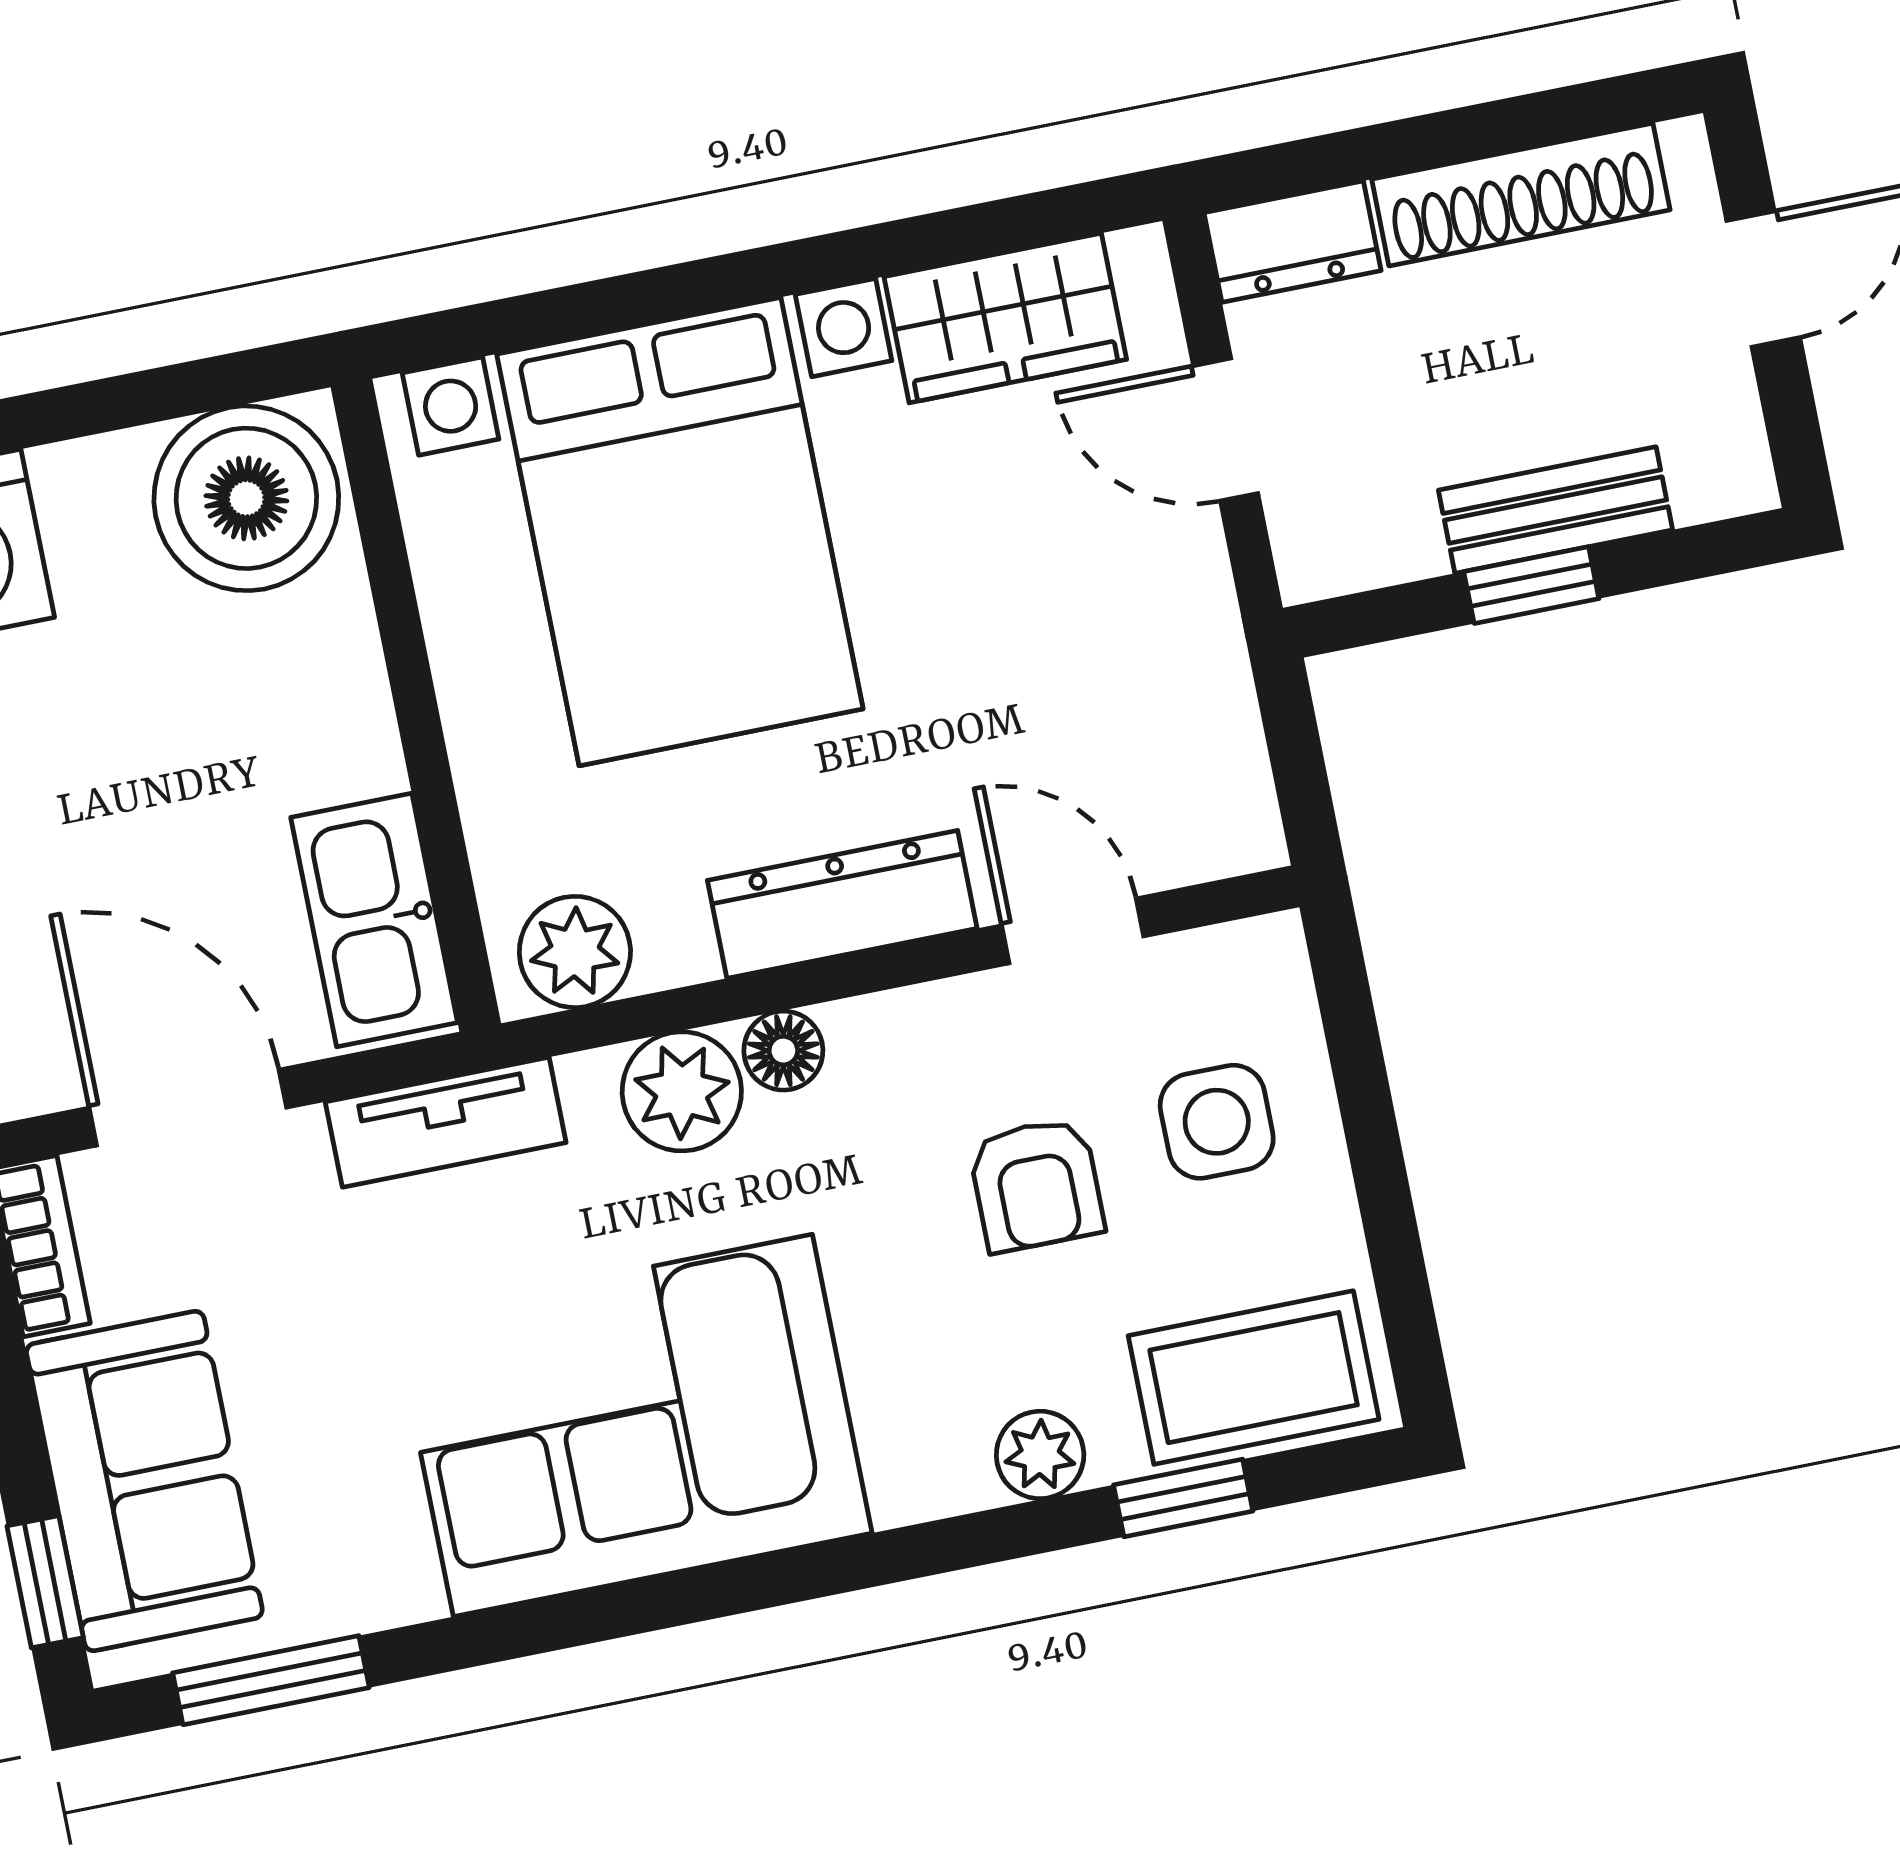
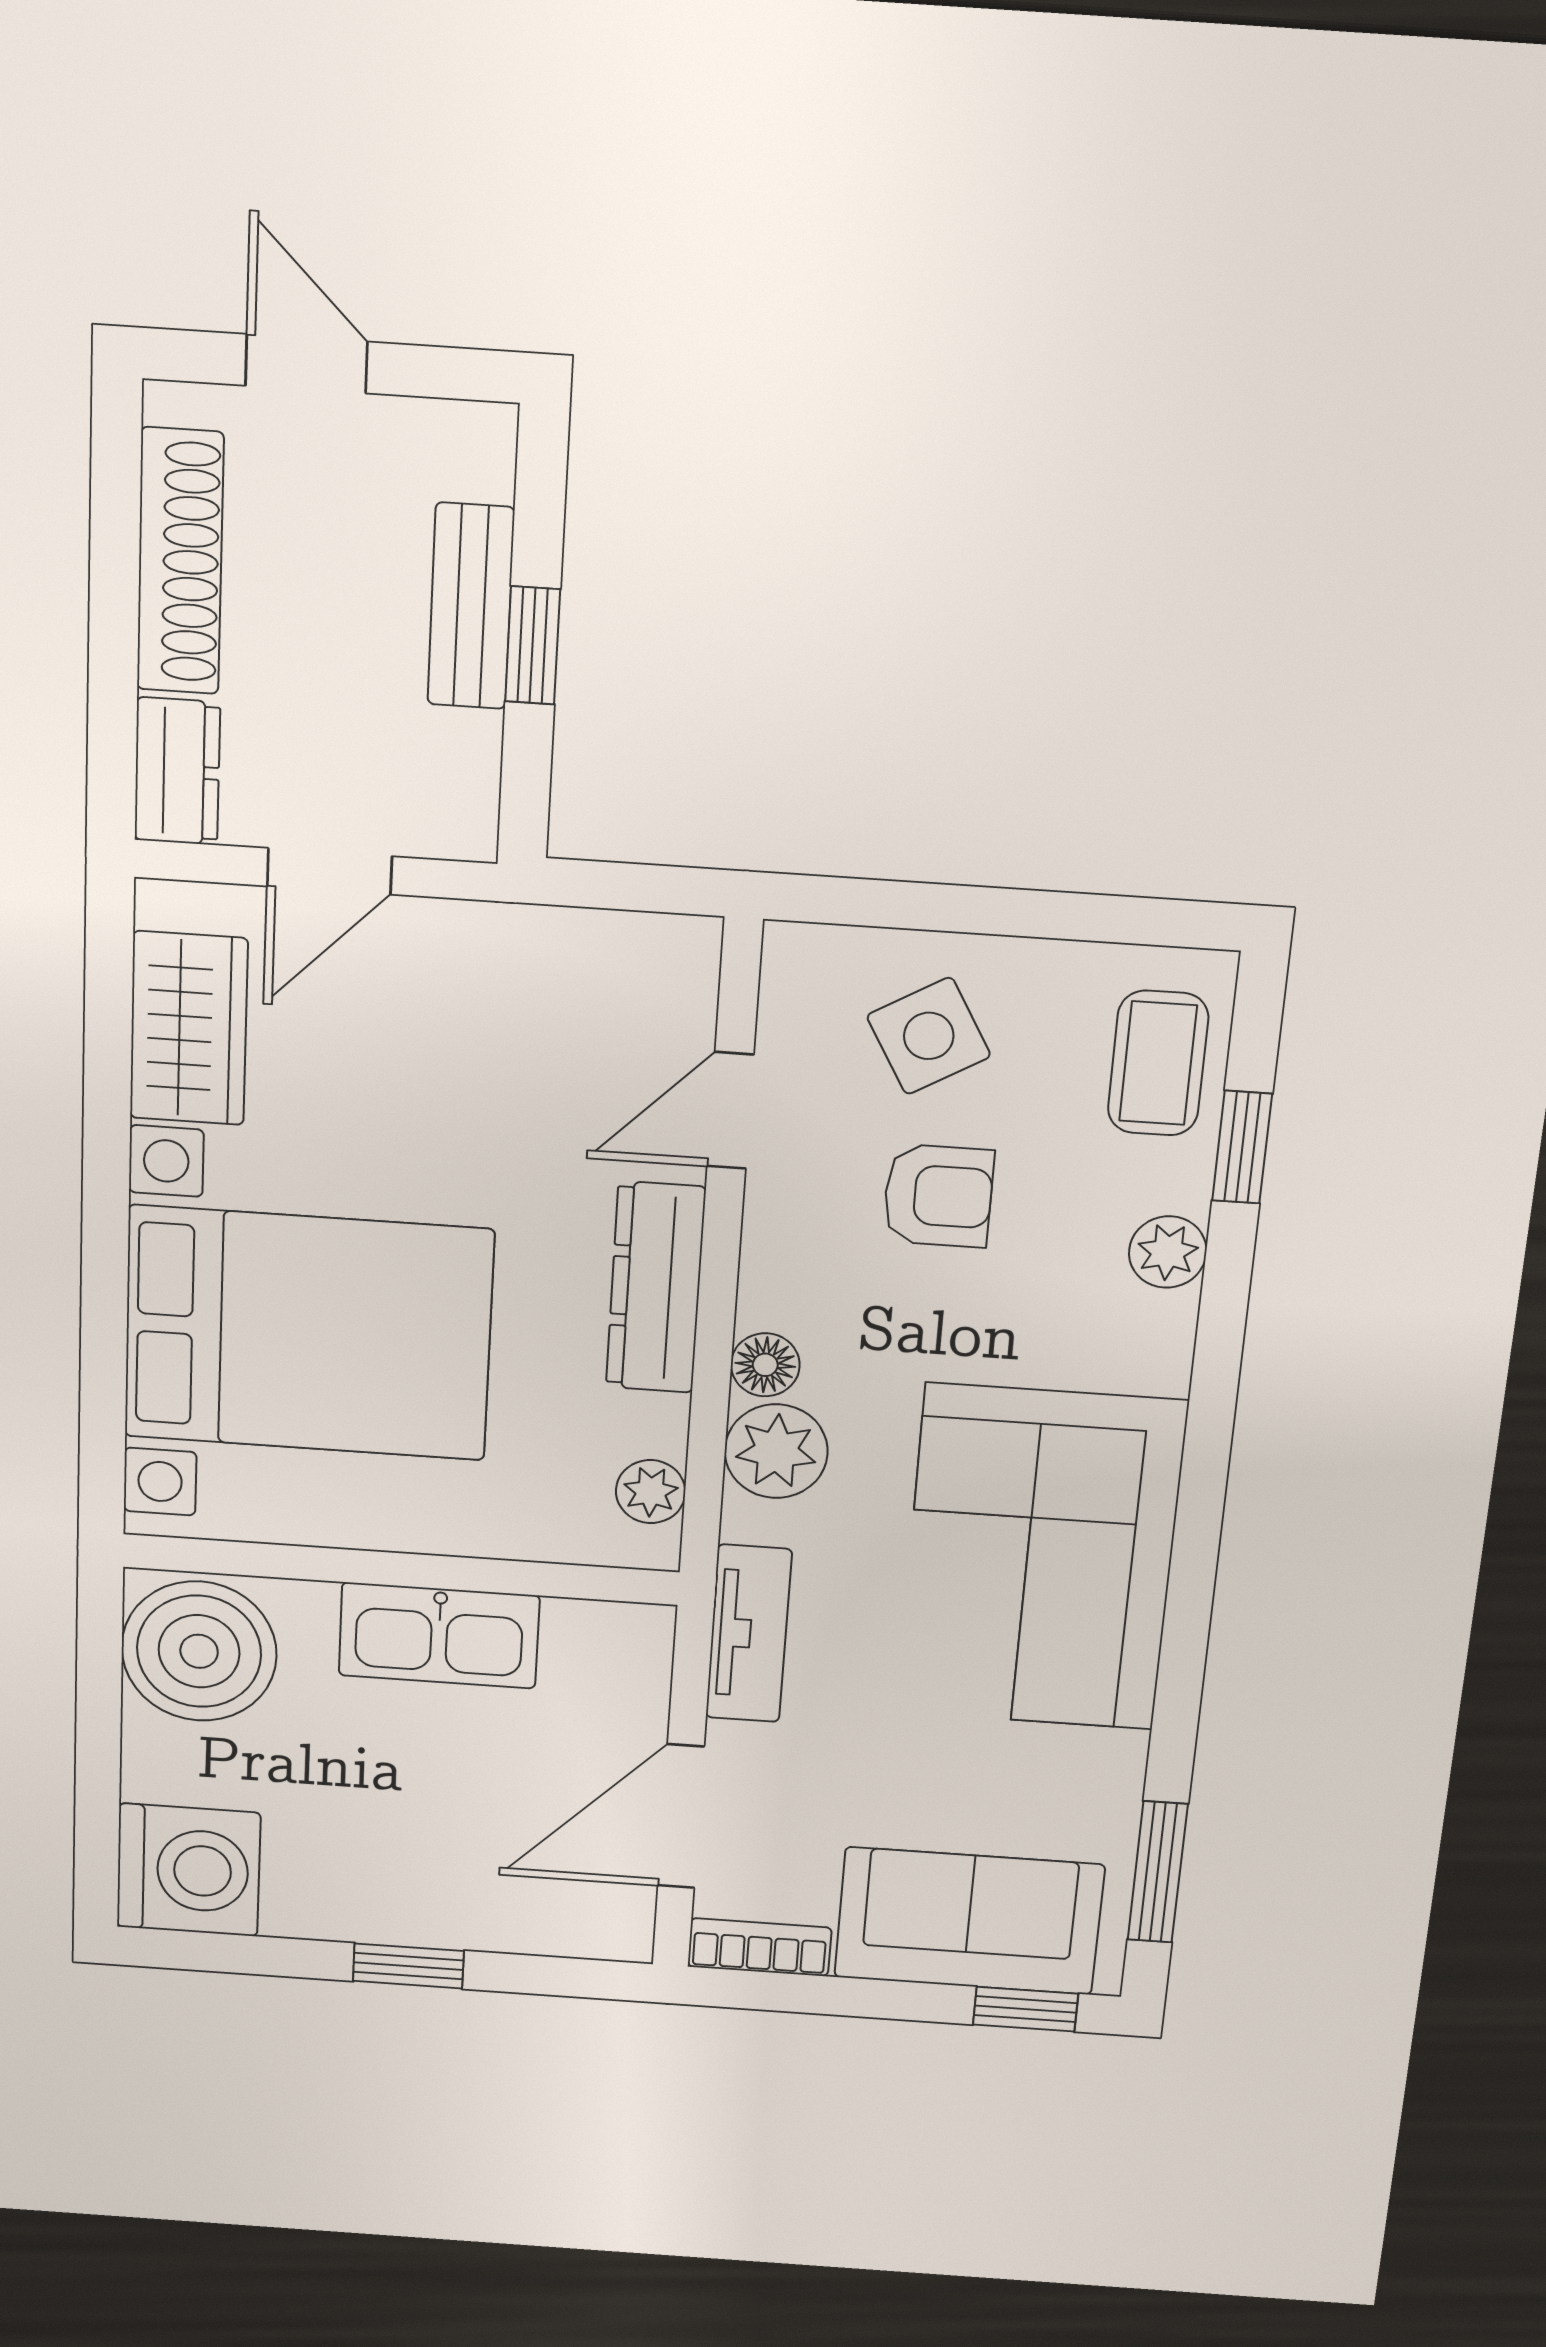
kitchen sink: (374, 920) -> (439, 1636), moved
plant: (575, 952) -> (651, 1492), width x0.73, depth x0.73
side table: (1217, 1122) -> (929, 1036), turned -30
coffee table: (1254, 1378) -> (1158, 1063), width x0.73, depth x0.77

